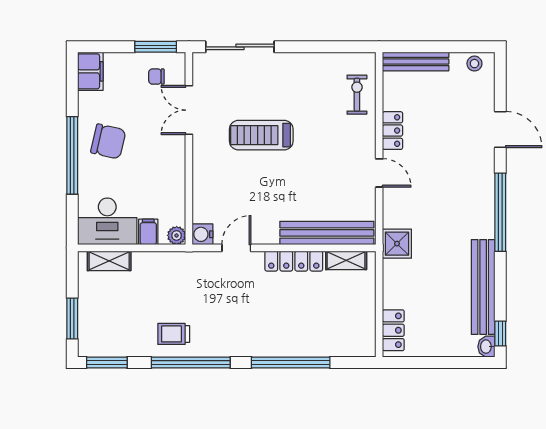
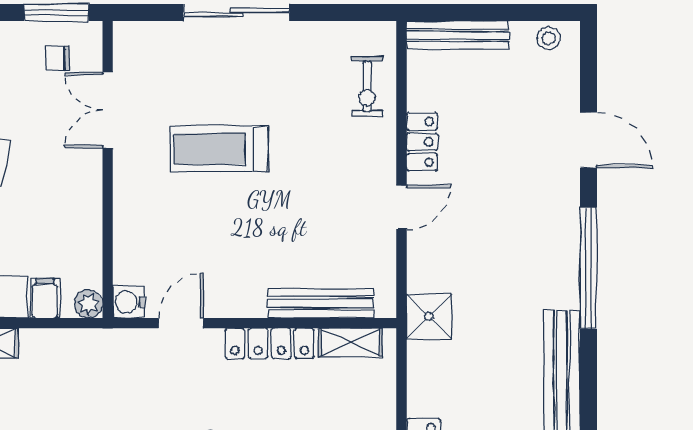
sliding door: (240, 47) -> (236, 13), moved
exercise bike: (357, 95) -> (367, 86), turned 180
door: (379, 173) -> (401, 207), hinge flipped
bench: (327, 233) -> (321, 303), width x0.73, depth x0.82

